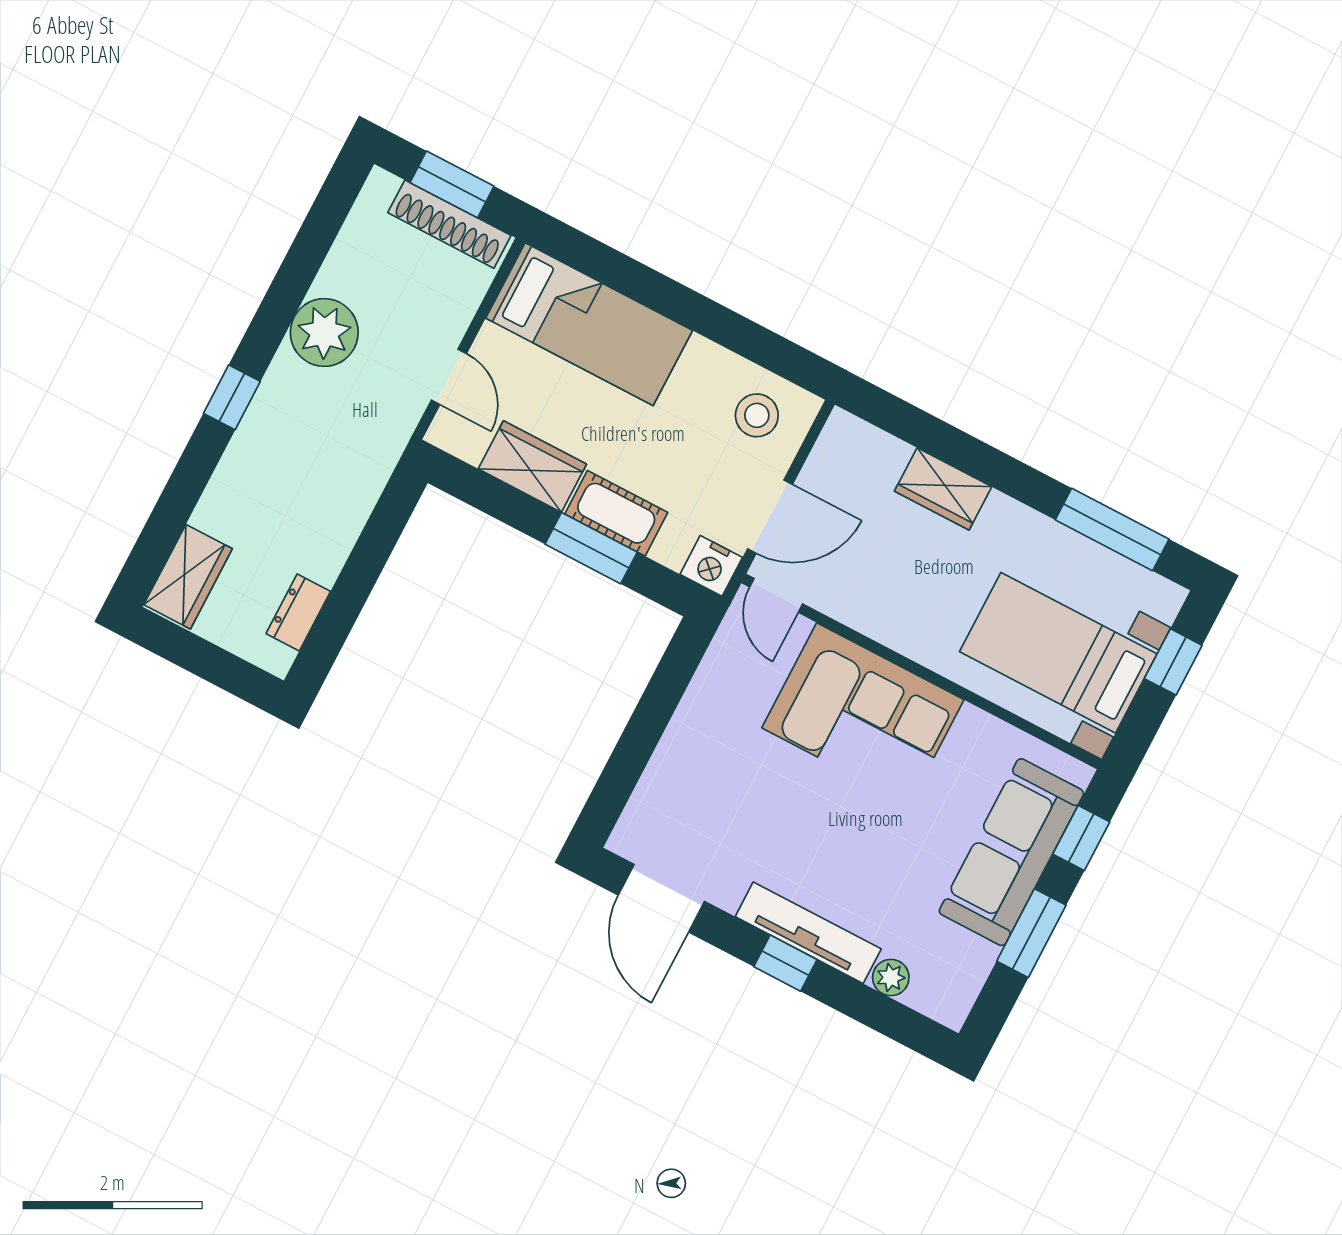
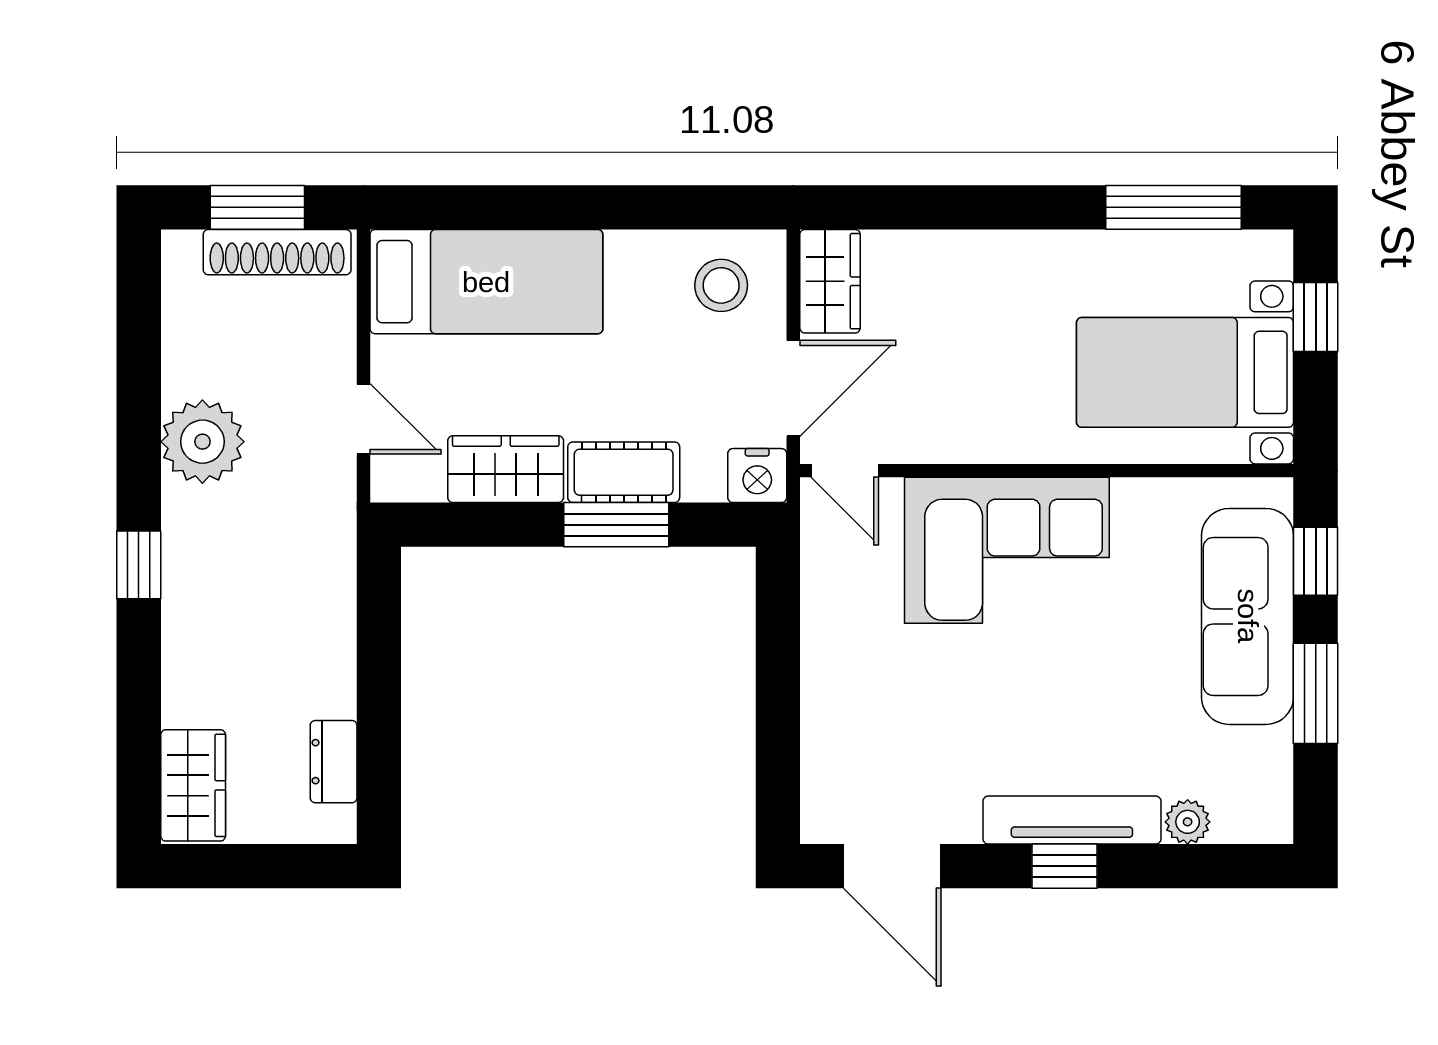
wardrobe: (943, 489) -> (830, 281), moved, turned -90

